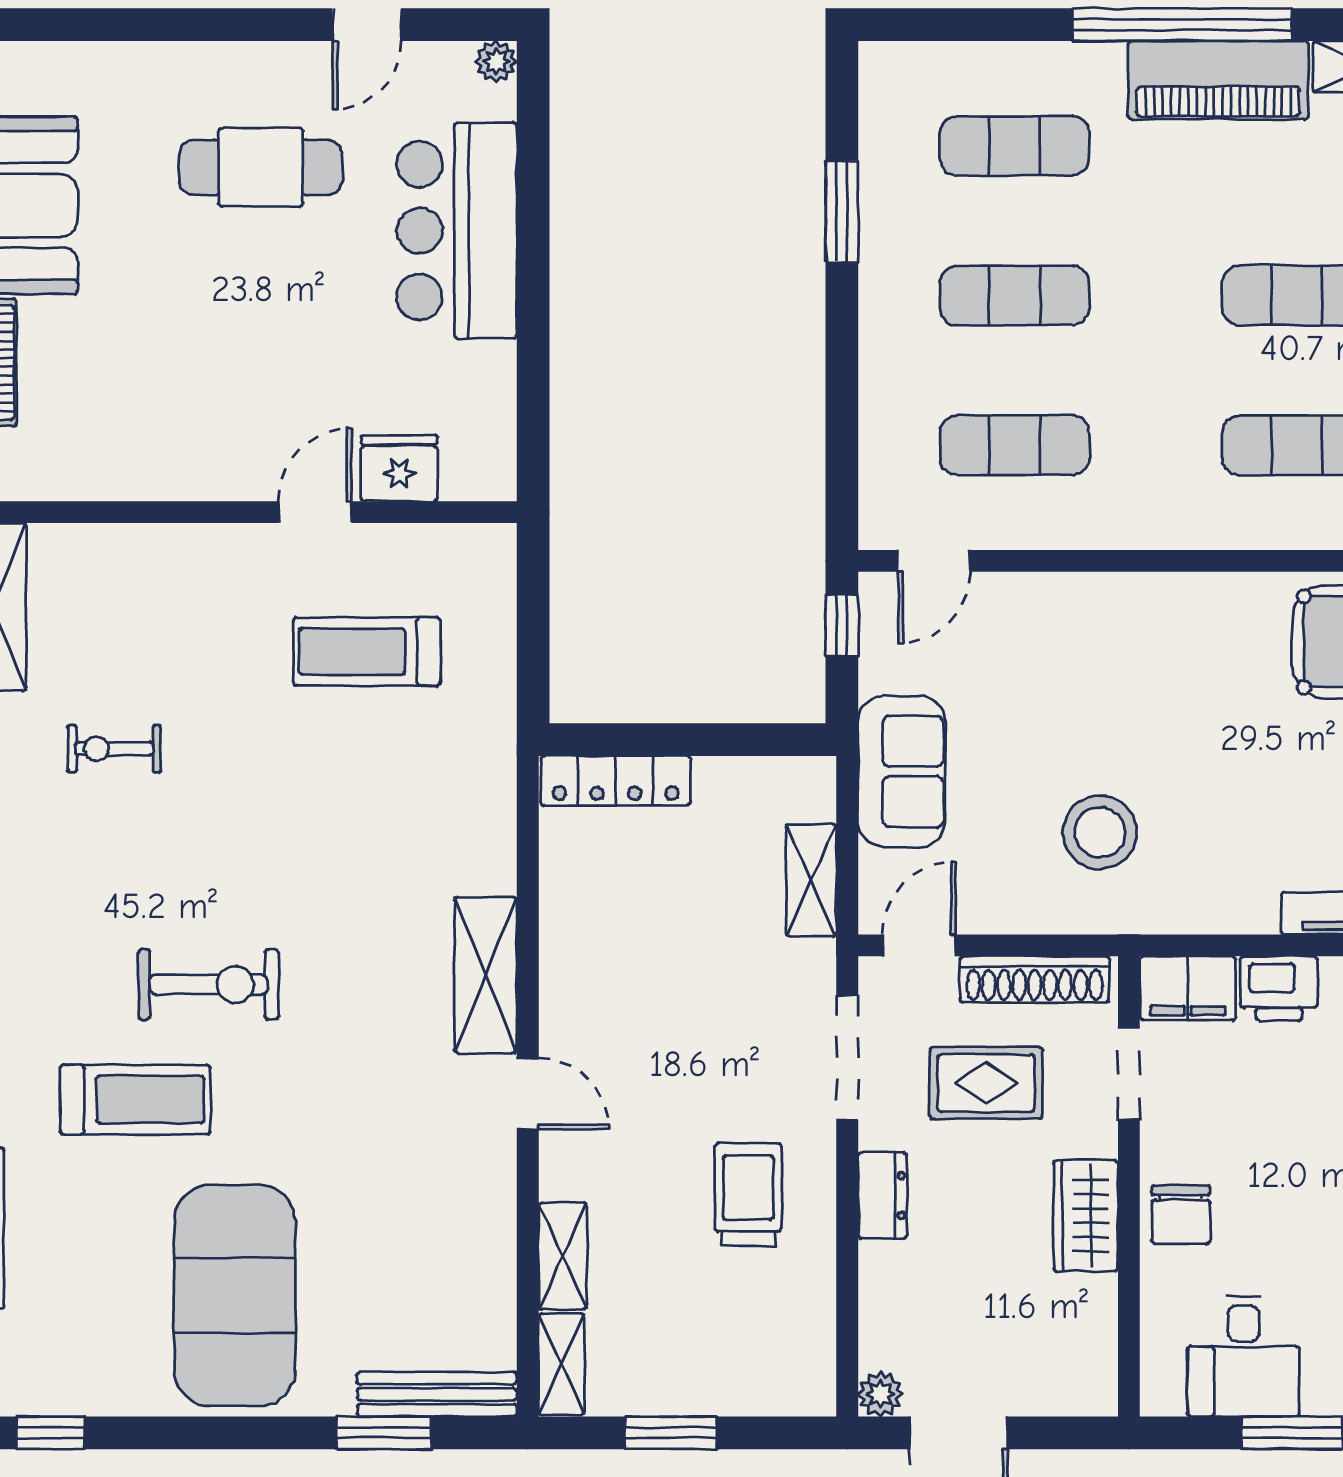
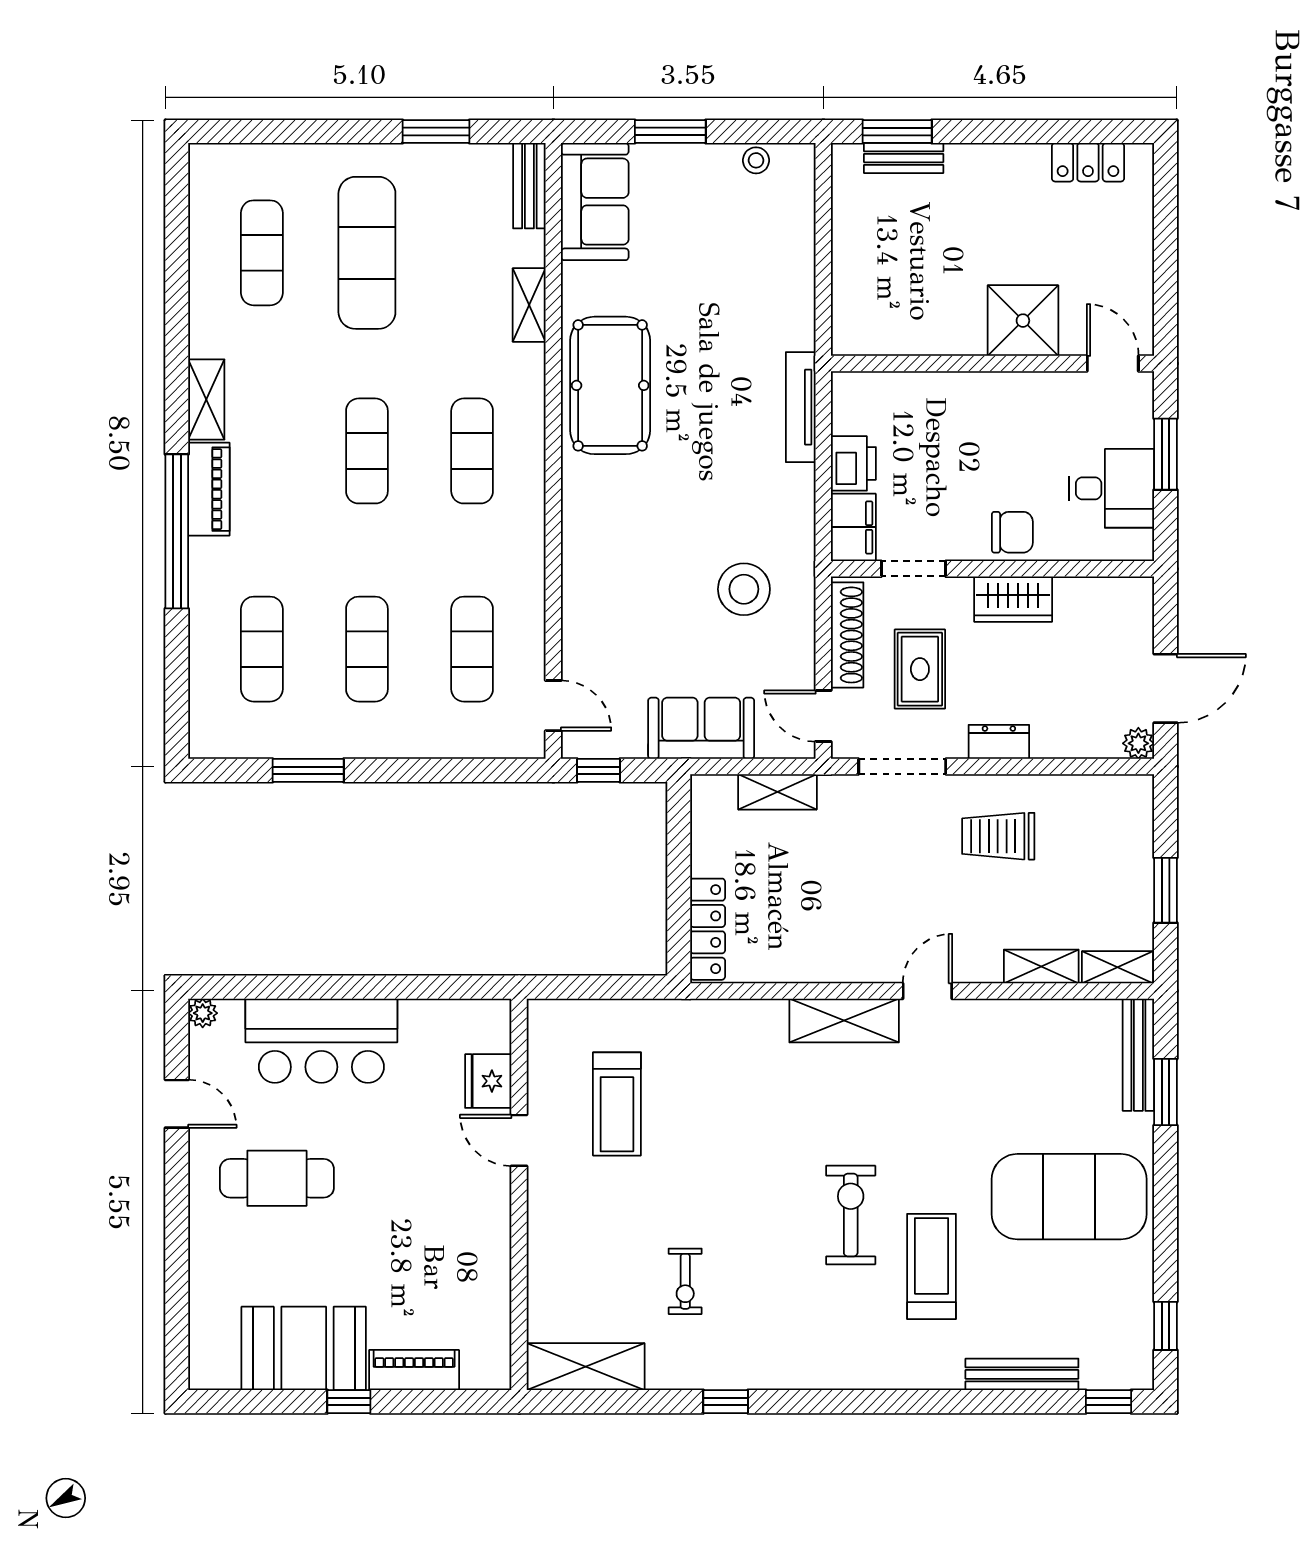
piano: (1218, 80) -> (209, 489), width x0.73, depth x0.75
cafe table: (261, 167) -> (277, 1178), turned 90

